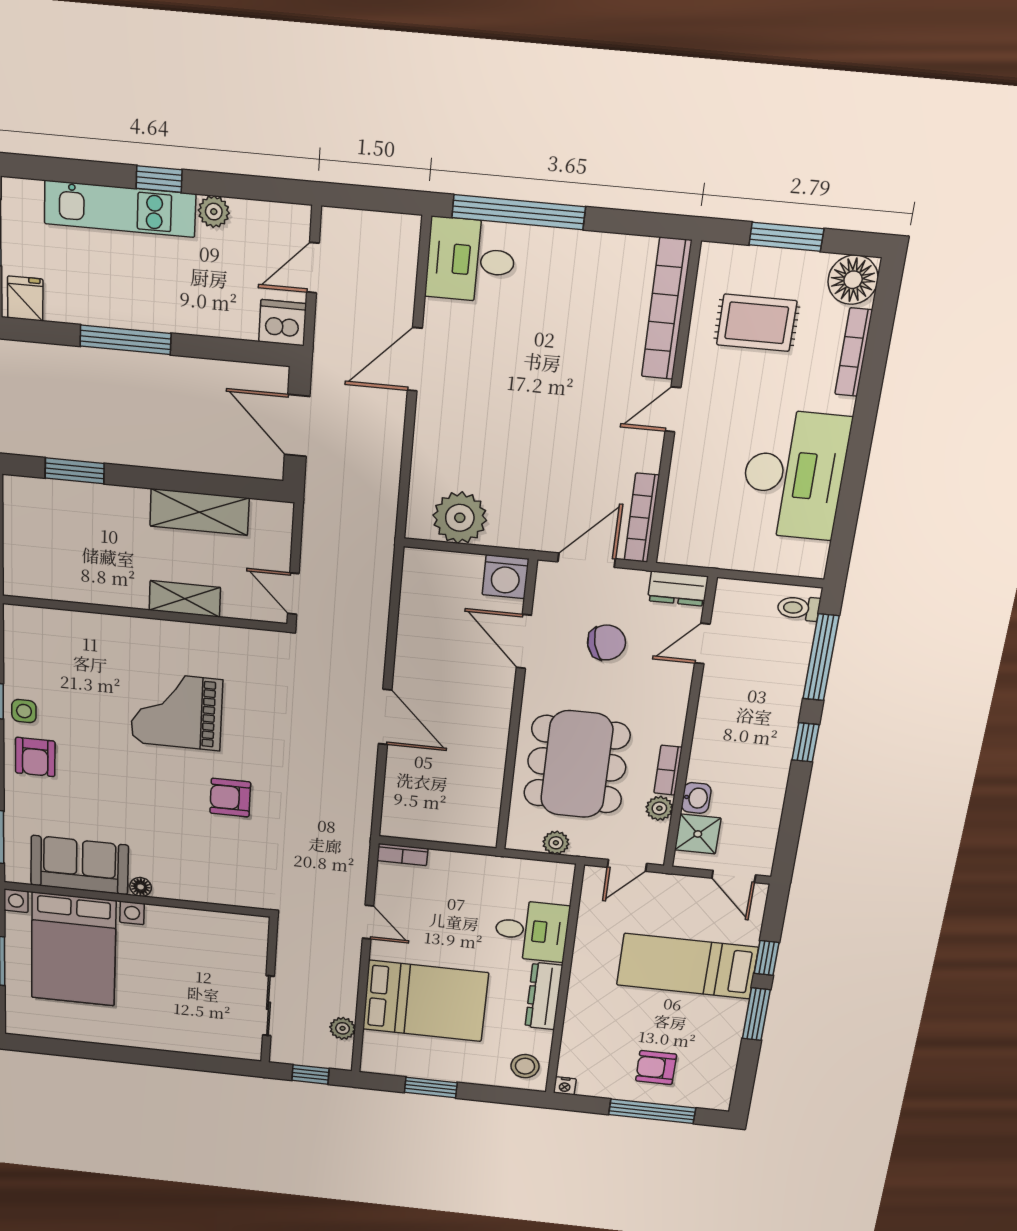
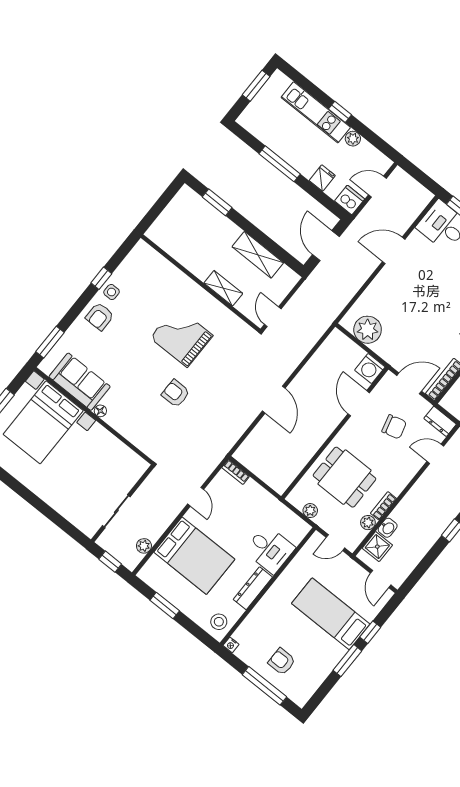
fridge: (25, 299) -> (322, 178), moved
dining table: (577, 764) -> (344, 477), width x0.73

